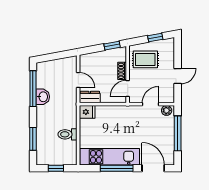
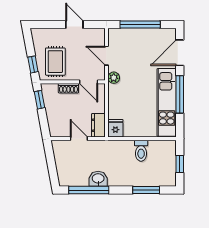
window: (155, 38) -> (33, 64), moved
door: (78, 80) -> (79, 139), hinge flipped
plant: (167, 110) -> (114, 78), moved

